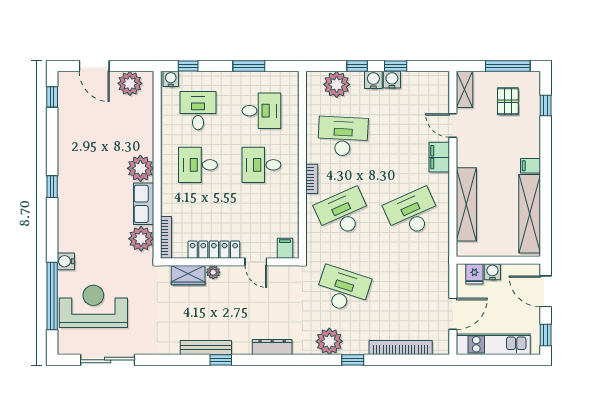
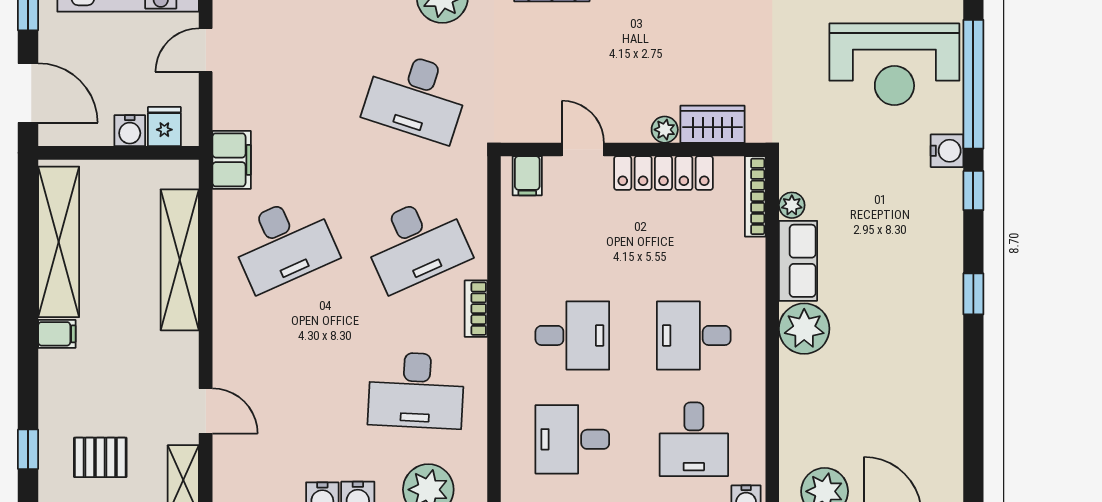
window: (52, 97) -> (973, 191), moved
pallet: (508, 101) -> (100, 457), turned 90
filing cabinet: (439, 157) -> (232, 160), moved
desk: (198, 165) -> (694, 335), turned 180
plant: (141, 239) -> (792, 205), width x0.53, depth x0.53
door: (453, 314) -> (206, 50), width x0.73

